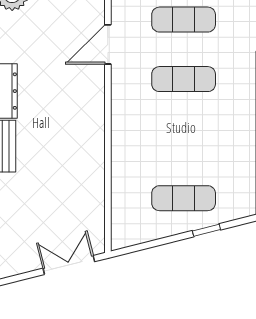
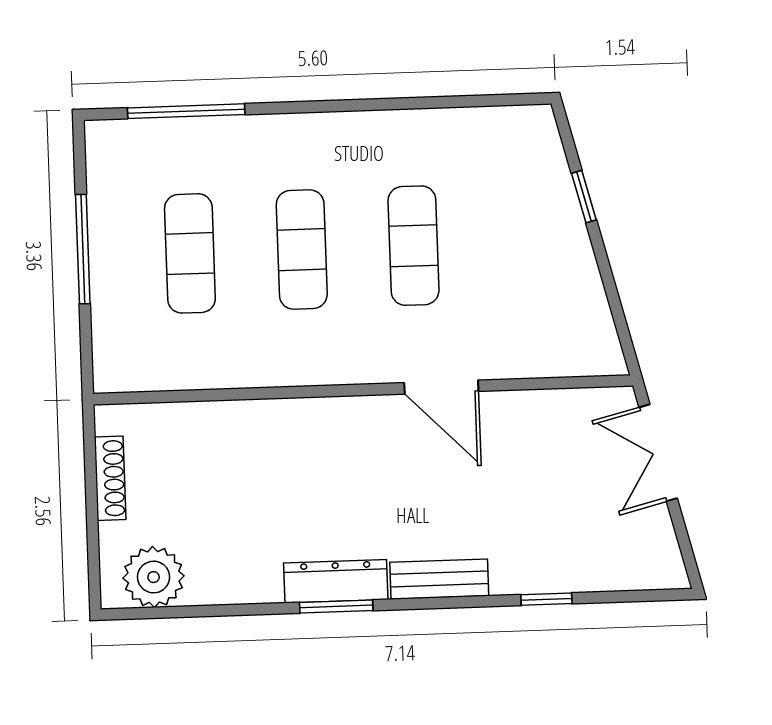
door: (108, 44) -> (441, 387), moved
exercise mat: (184, 198) -> (413, 246), moved

